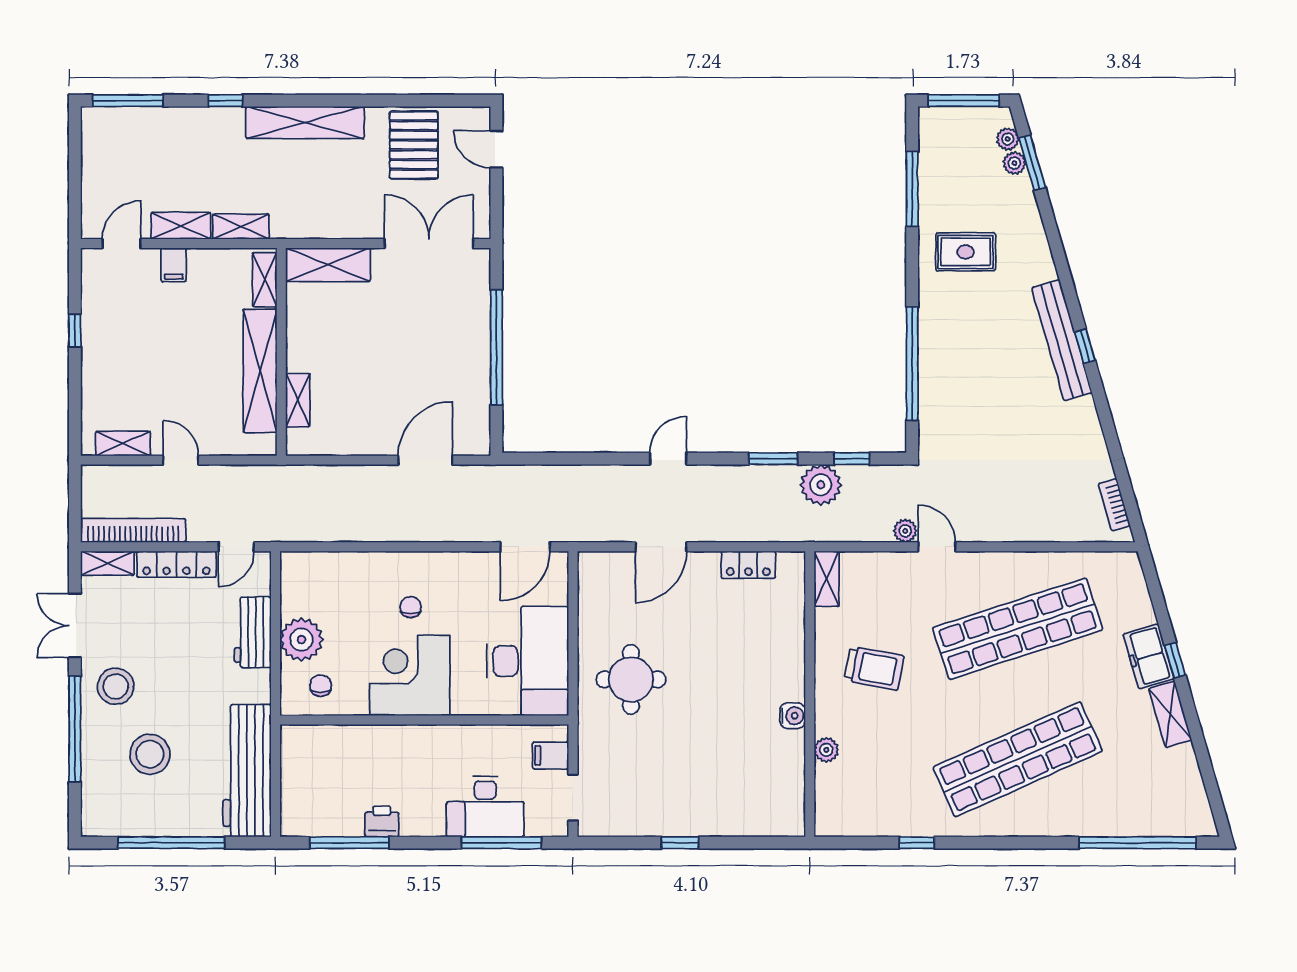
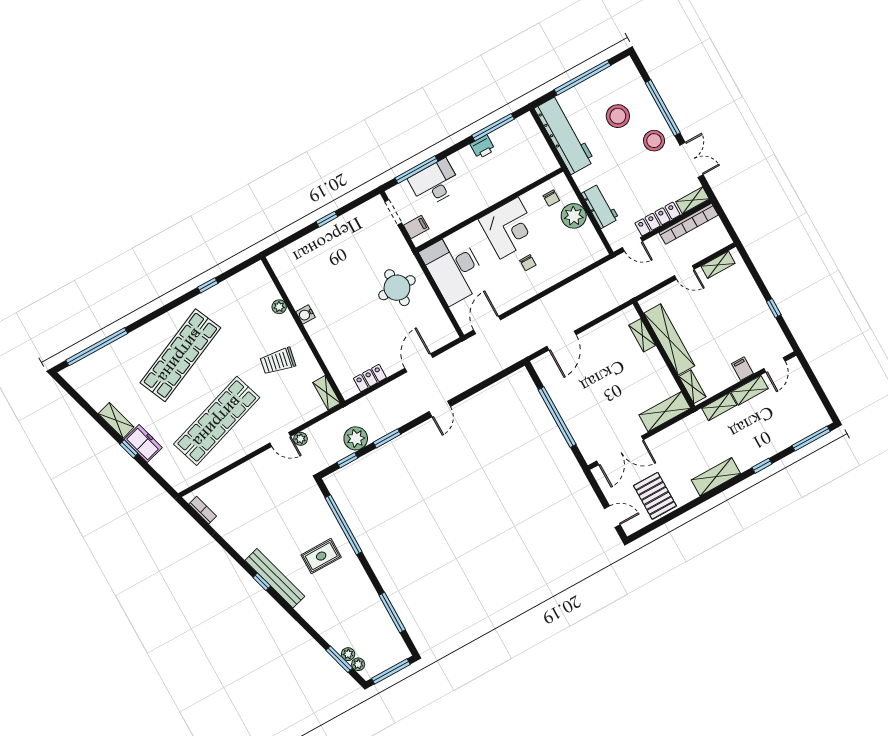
shelving: (305, 123) -> (716, 477), width x0.68
rug: (966, 252) -> (321, 556), moved
door: (236, 547) -> (632, 244), swing flipped

